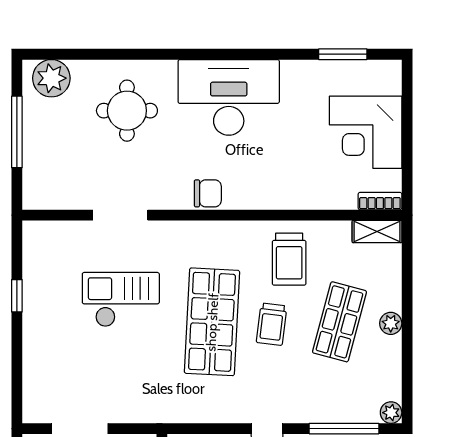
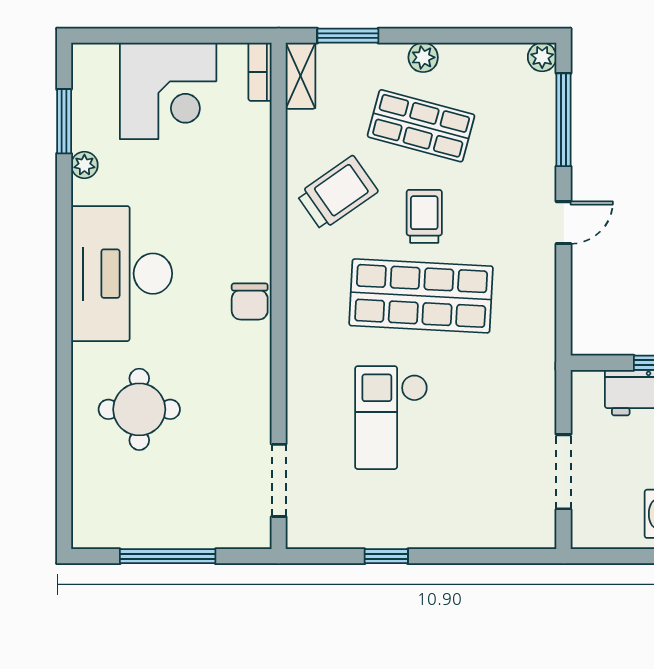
plant: (51, 78) -> (84, 165), moved, width x0.53, depth x0.53
chair: (208, 193) -> (250, 302), turned 180
doorway: (120, 215) -> (279, 480), moved
trolley: (289, 259) -> (337, 193), turned -35
window: (407, 267) -> (348, 36), added
trolley: (272, 324) -> (424, 216), turned -97

